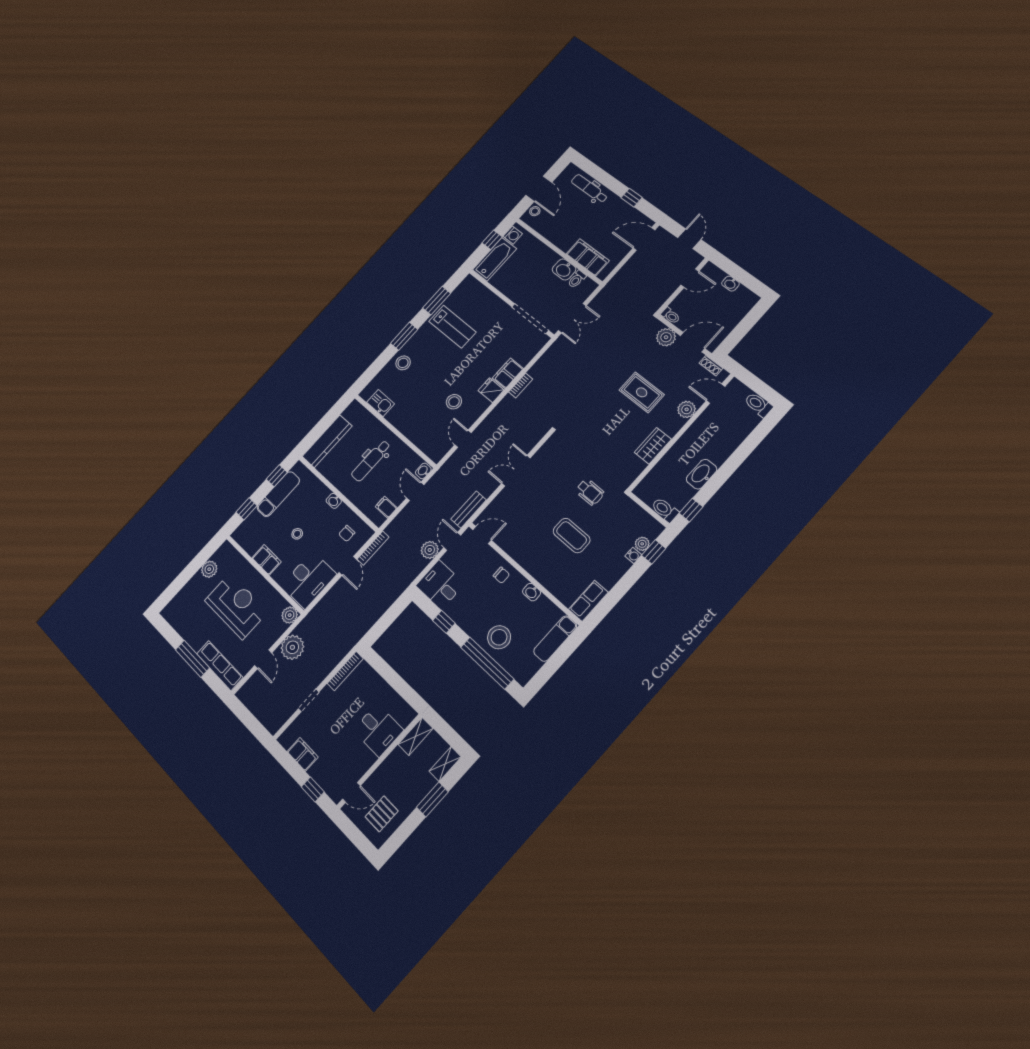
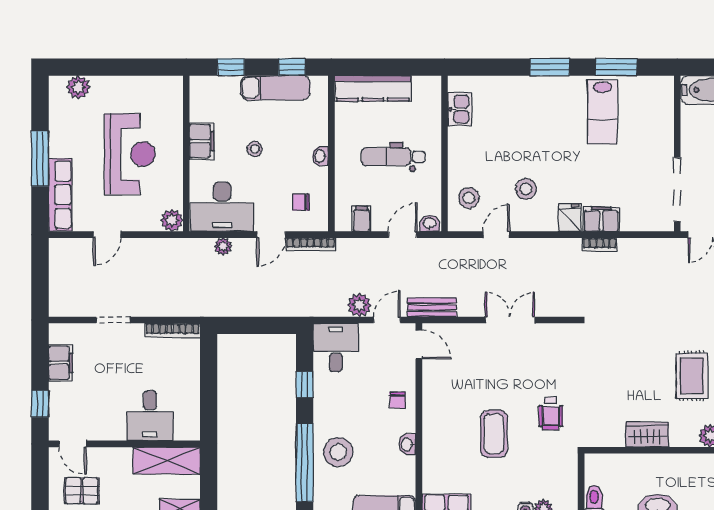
stool: (403, 363) -> (469, 198), moved
plant: (209, 569) -> (78, 87), moved
plant: (292, 647) -> (223, 246), moved, width x0.53, depth x0.53
shelving: (416, 736) -> (167, 460), width x1.50, depth x1.33

